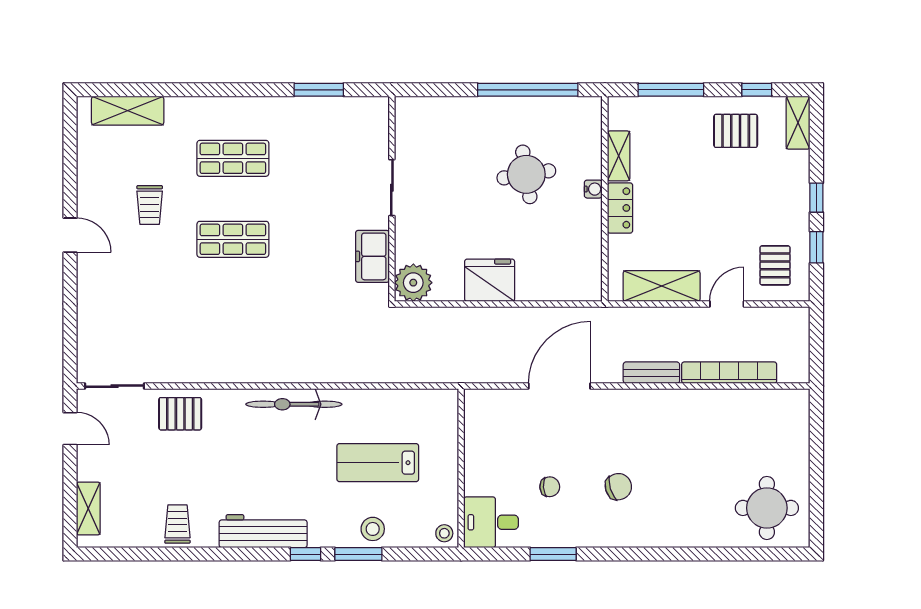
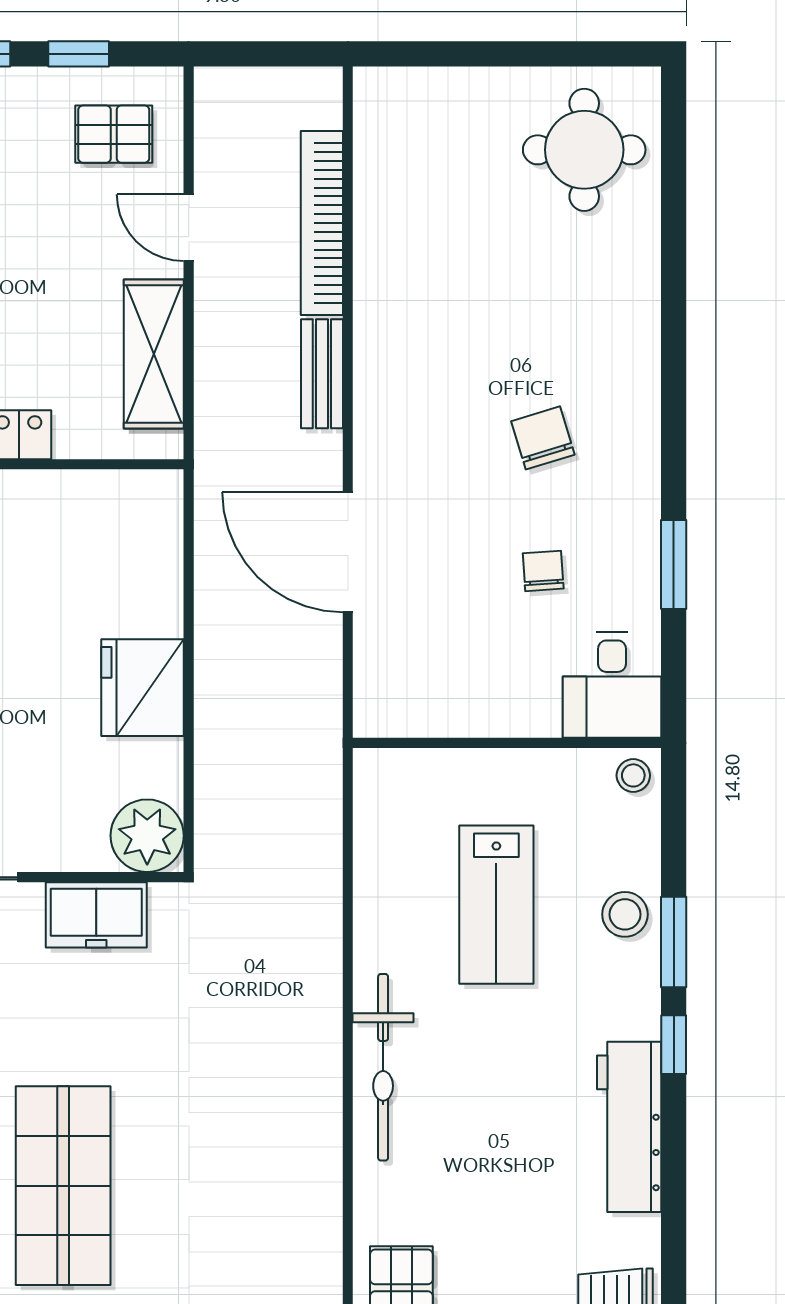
shop shelf: (233, 239) -> (63, 1186), width x1.43, depth x1.36

